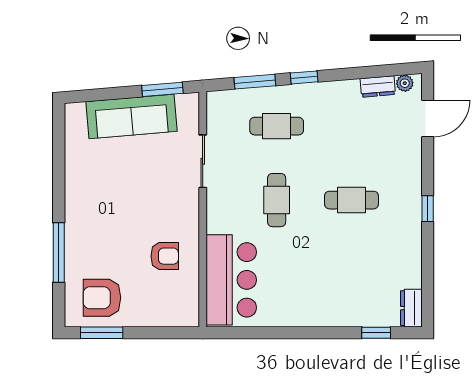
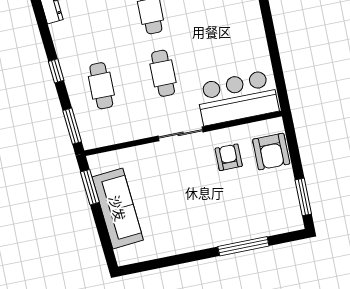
window: (255, 82) -> (72, 126), moved
sliding door: (203, 161) -> (181, 134), moved
cafe table: (277, 200) -> (163, 73), turned 90
armchair: (102, 298) -> (271, 152), moved

